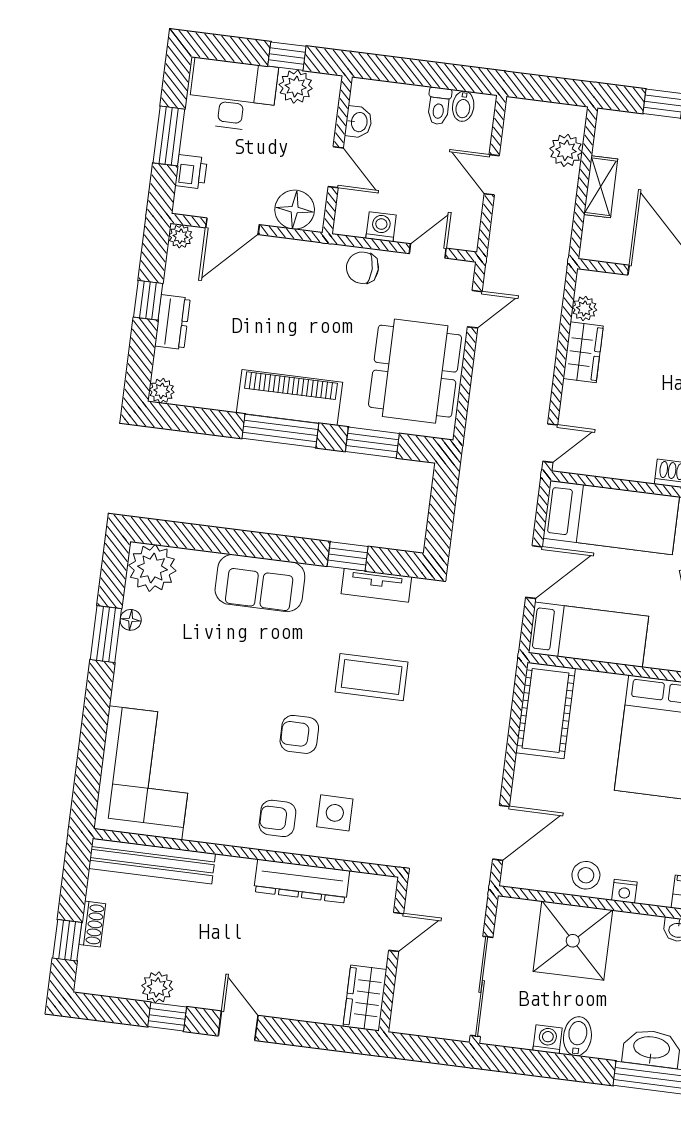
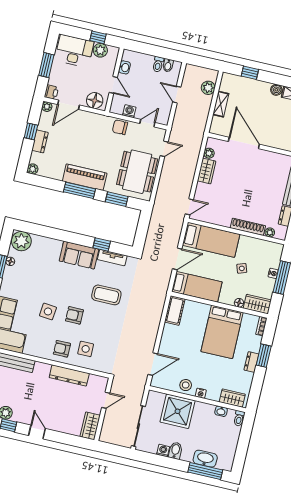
printer: (191, 172) -> (51, 92), moved
sofa: (260, 583) -> (79, 255), moved
cot: (546, 711) -> (175, 310), width x0.73, depth x0.75
side table: (234, 732) -> (48, 311), added

